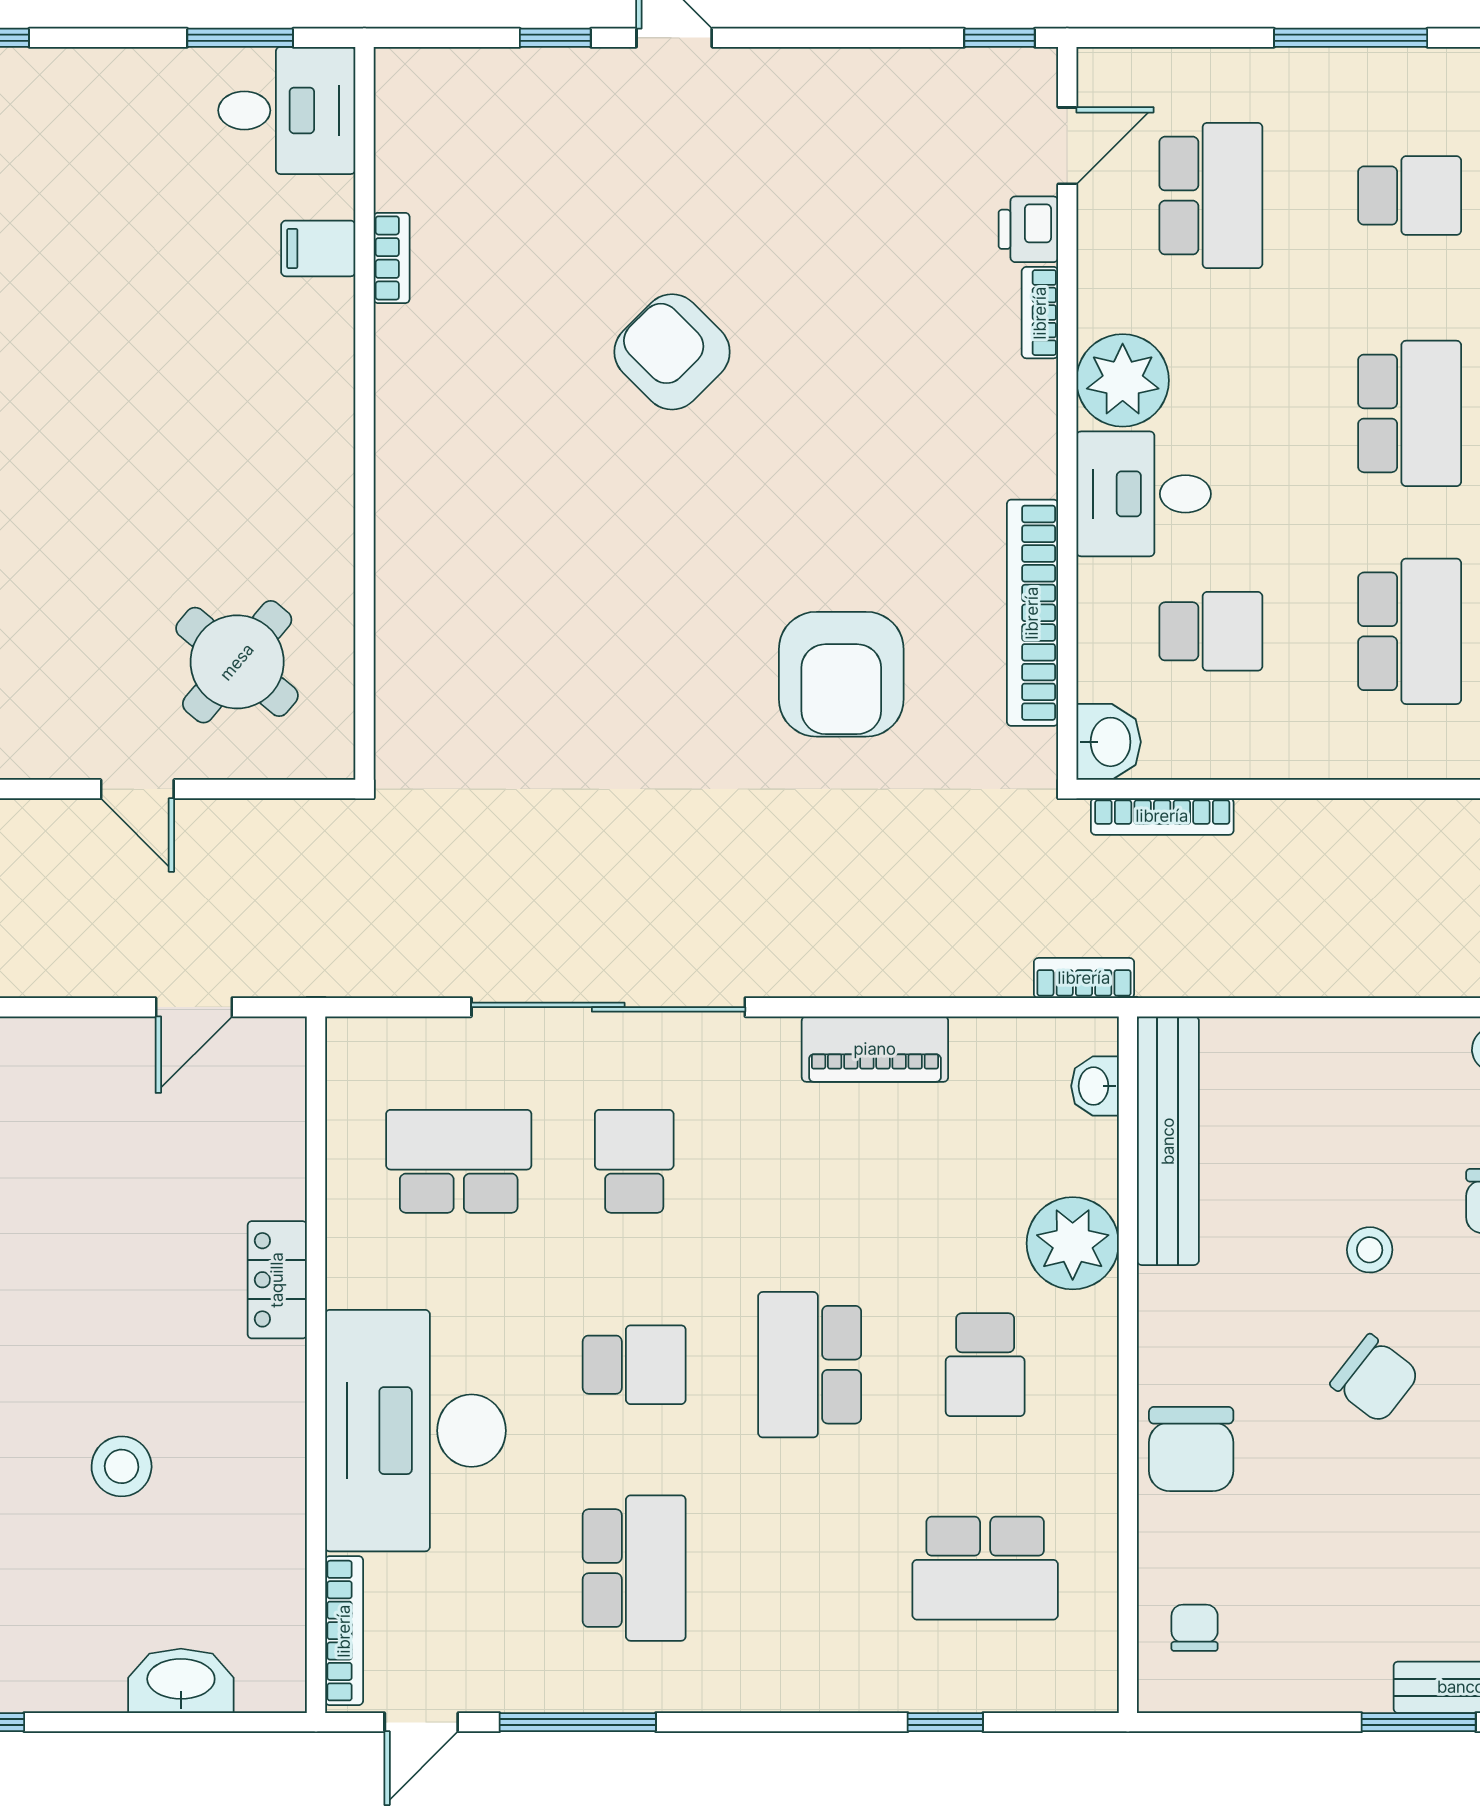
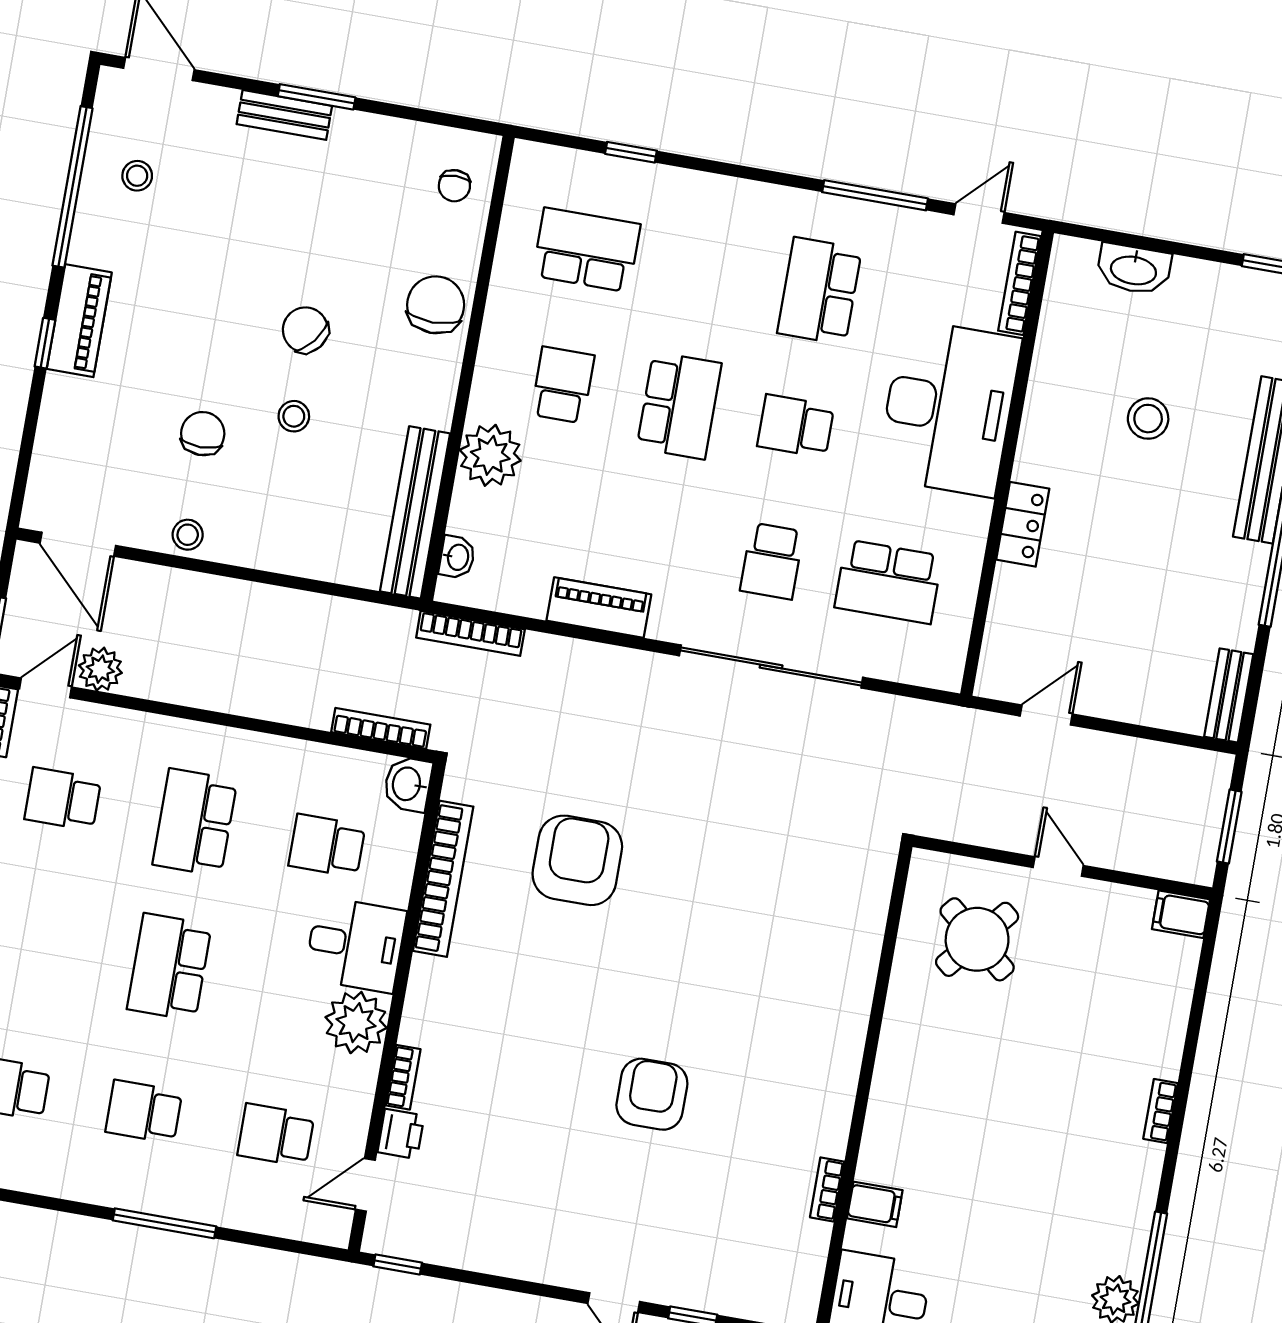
school desk: (1211, 196) -> (276, 1135), width x0.54
armchair: (672, 352) -> (652, 1094), turned -135
bookcase: (1084, 978) -> (470, 633), width x1.56

